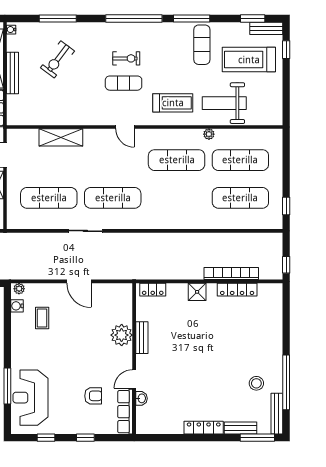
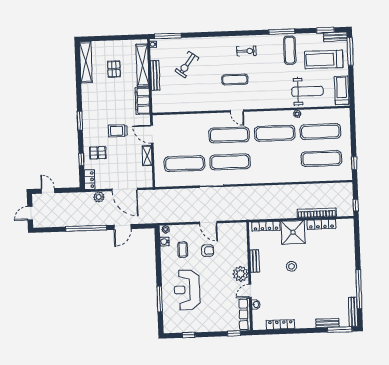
window: (58, 19) -> (168, 36), moved
window: (134, 19) -> (240, 33), removed
window: (286, 50) -> (350, 51), width x2.17
exercise bike: (126, 58) -> (246, 51), moved
treadmill: (173, 103) -> (342, 90), moved, turned -90
weight bench: (224, 103) -> (307, 91), turned 180
shelving: (61, 137) -> (192, 120), removed
exercise mat: (113, 160) -> (229, 135), added
locker: (153, 290) -> (266, 226), width x1.53
shower: (197, 292) -> (293, 232), width x1.86, depth x1.86
plant: (122, 335) -> (241, 274), moved
stool: (256, 383) -> (291, 266), moved
armchair: (93, 396) -> (208, 251), moved
reception desk: (31, 398) -> (187, 290), moved
locker: (204, 428) -> (280, 325), moved
window: (85, 438) -> (234, 333), moved

